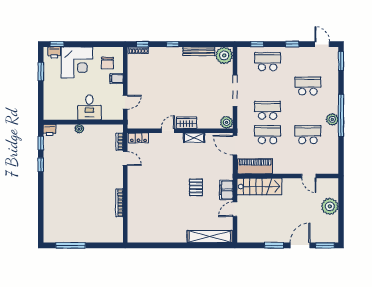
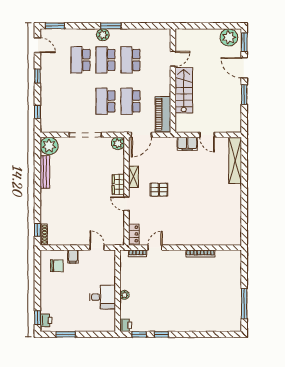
window: (173, 44) -> (37, 199), removed
door: (322, 44) -> (37, 45), swing flipped
corner desk: (77, 62) -> (56, 297), removed
school desk: (268, 62) -> (105, 60), moved
desk: (89, 107) -> (103, 297), moved
window: (341, 115) -> (111, 26), width x0.47
plant: (332, 119) -> (103, 35), moved
pallet: (196, 187) -> (159, 190), moved
stairs: (259, 187) -> (184, 90), moved
plant: (330, 206) -> (229, 37), moved

